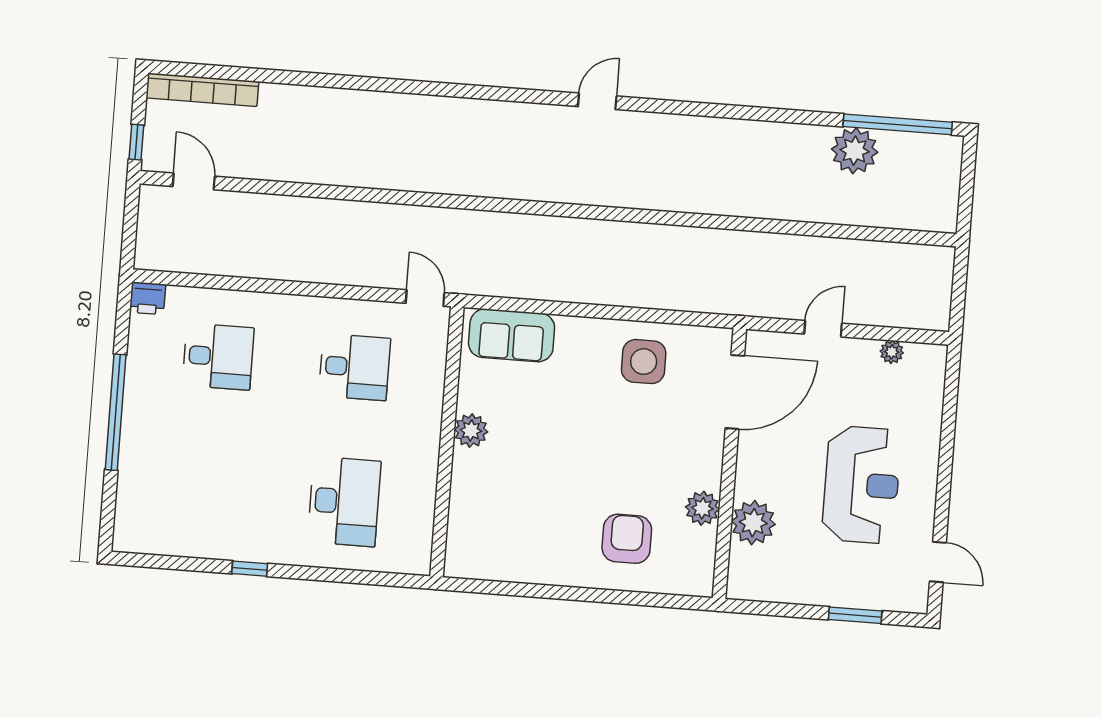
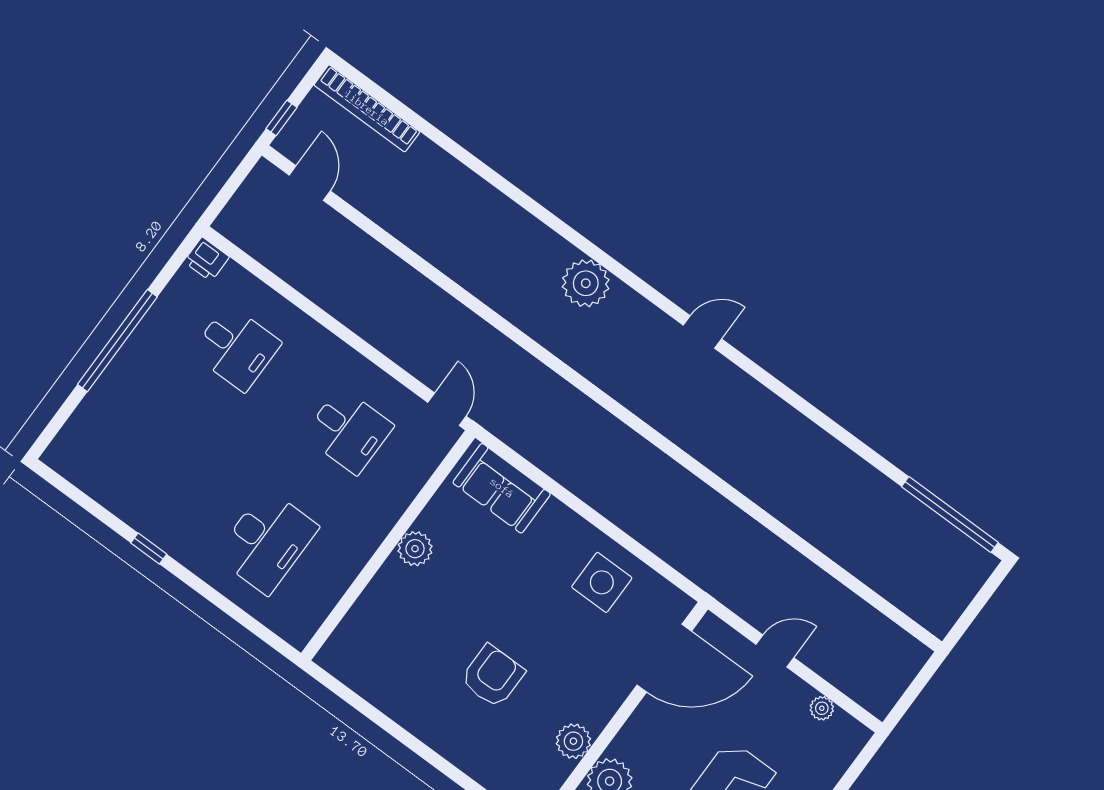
plant: (855, 151) -> (586, 283), moved
armchair: (627, 539) -> (493, 676), moved

